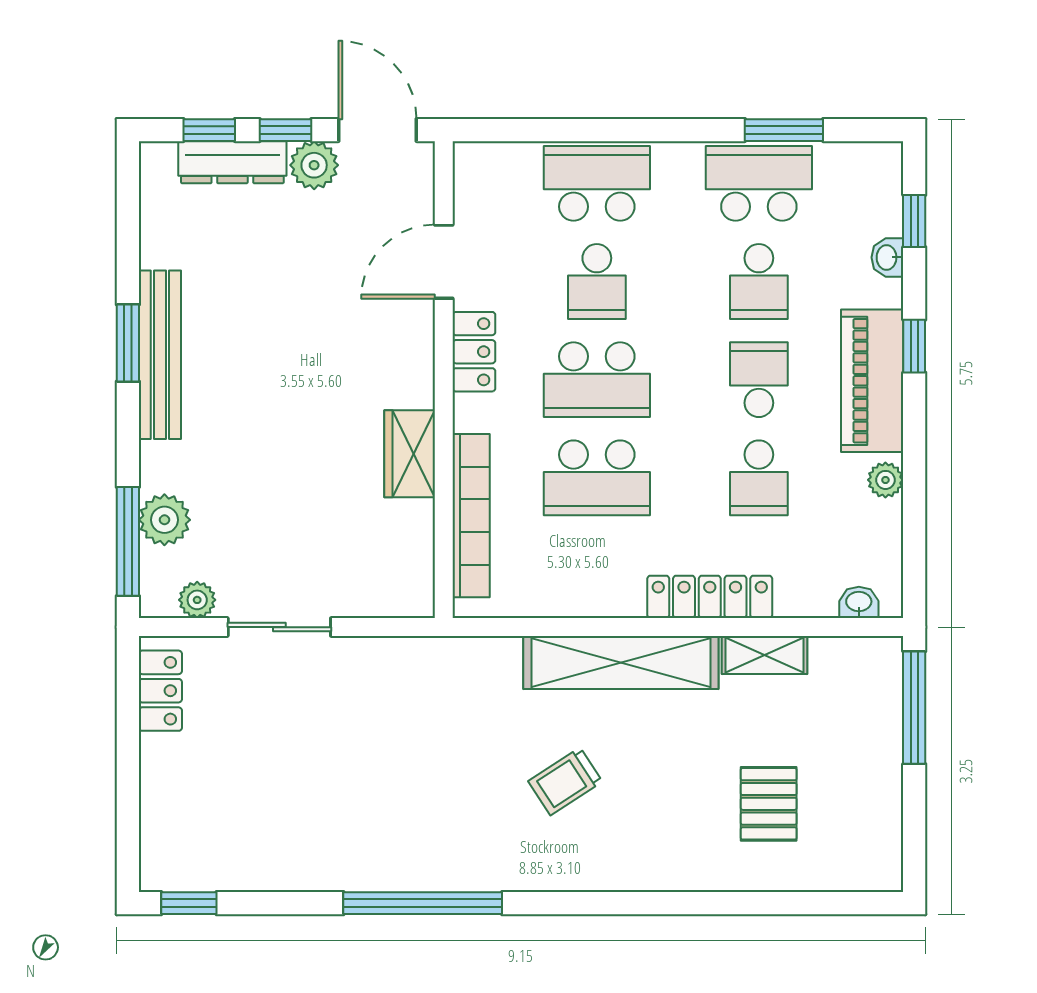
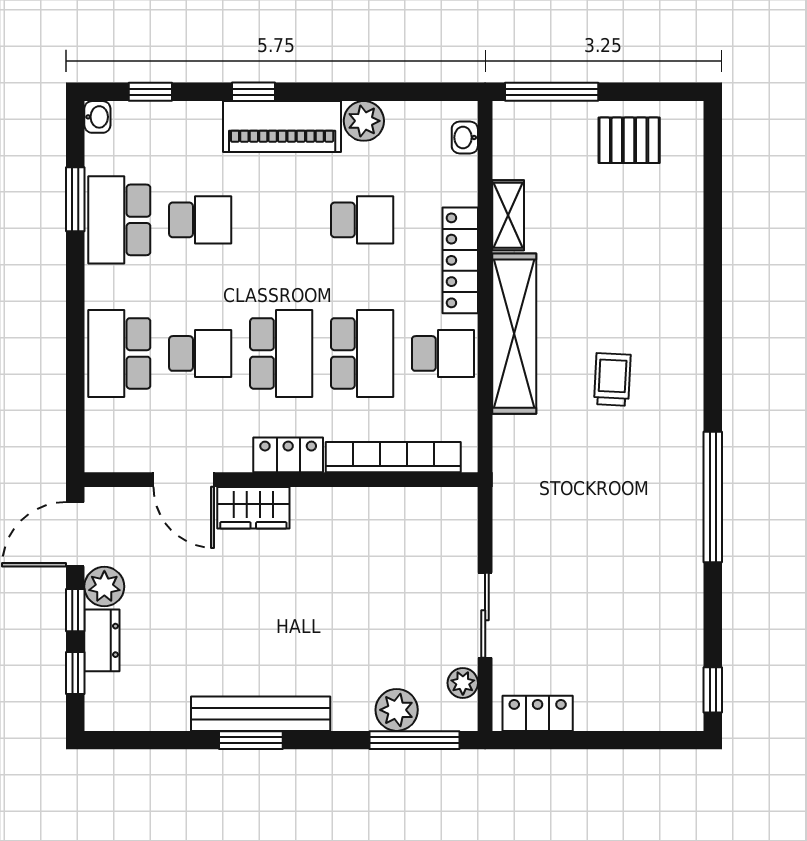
dresser: (232, 162) -> (102, 640), width x0.70
washbasin: (887, 257) -> (97, 117), moved, turned -90
locker: (474, 352) -> (288, 455), moved
school desk: (759, 380) -> (443, 353), moved, turned 180
wardrobe: (410, 454) -> (253, 508), moved
plant: (885, 480) -> (364, 121), width x1.38, depth x1.38
trolley: (565, 781) -> (612, 379), turned -144
pallet: (769, 804) -> (629, 140), moved

